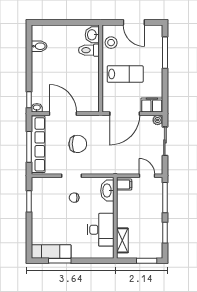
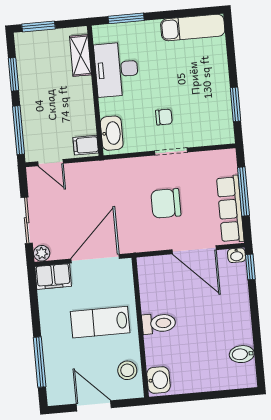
toilet: (89, 50) -> (159, 323), moved
row of seats: (38, 144) -> (230, 209), width x0.73
window: (60, 261) -> (126, 18), moved

